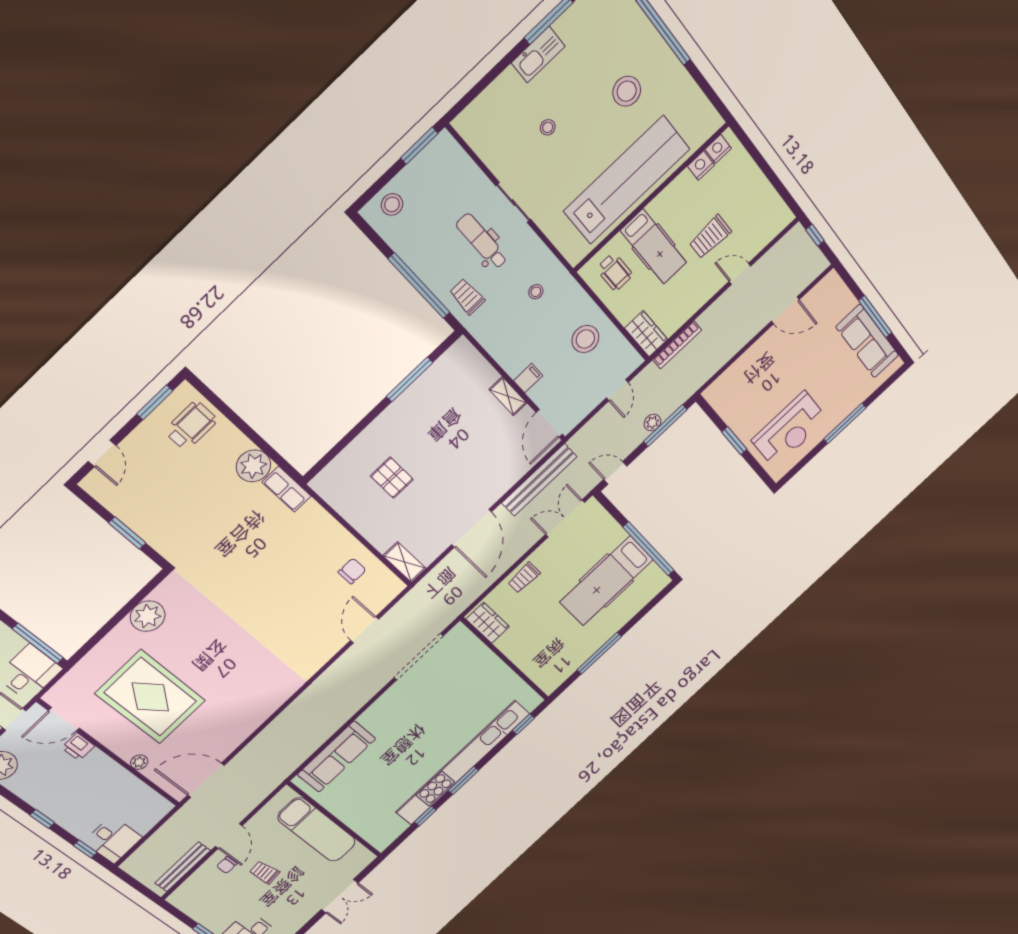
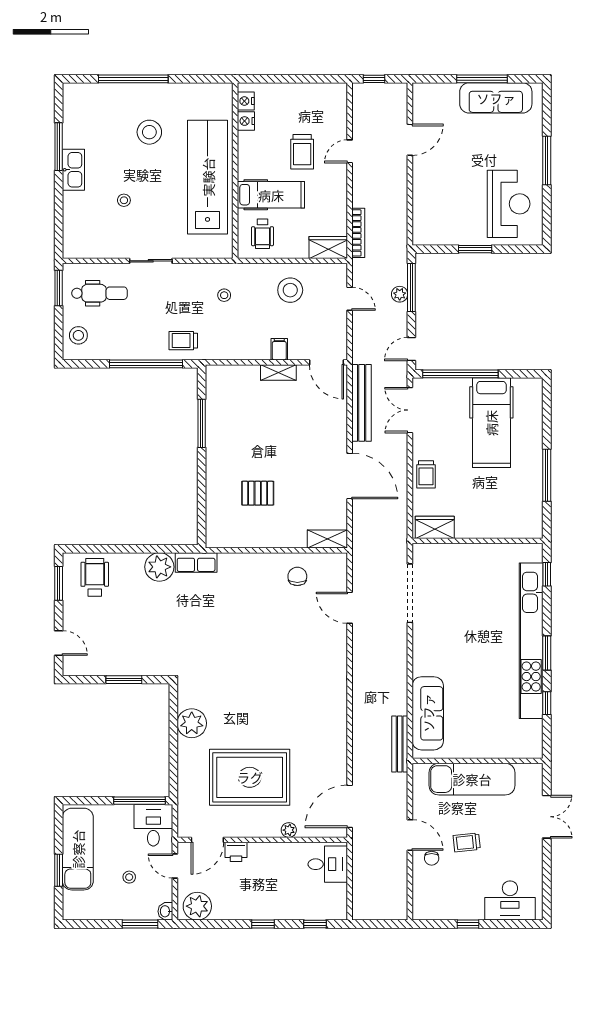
dental chair: (482, 241) -> (100, 293), moved, turned 180
wheelchair: (615, 272) -> (262, 234), turned 90
window: (649, 549) -> (460, 374), moved
desk: (113, 840) -> (328, 864), moved
bench: (183, 867) -> (400, 744), moved

